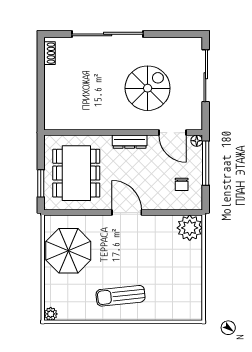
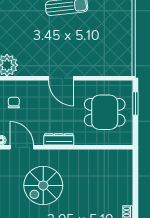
dining table: (76, 173) -> (105, 112), width x0.73
parasol: (68, 251) -> (112, 45), removed

